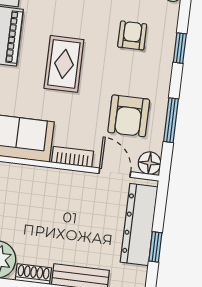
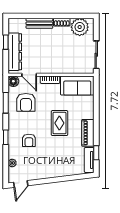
armchair: (129, 116) -> (26, 102), turned 180

